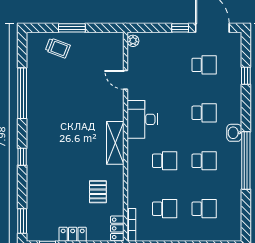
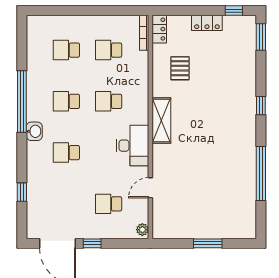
trolley: (58, 48) -> (223, 222), removed
school desk: (204, 65) -> (109, 204), moved
door: (126, 80) -> (150, 188), swing flipped

